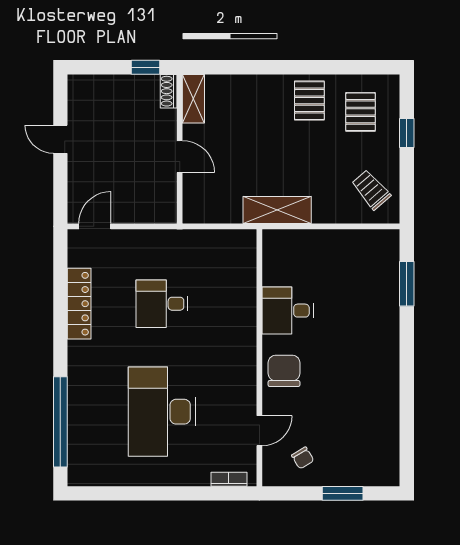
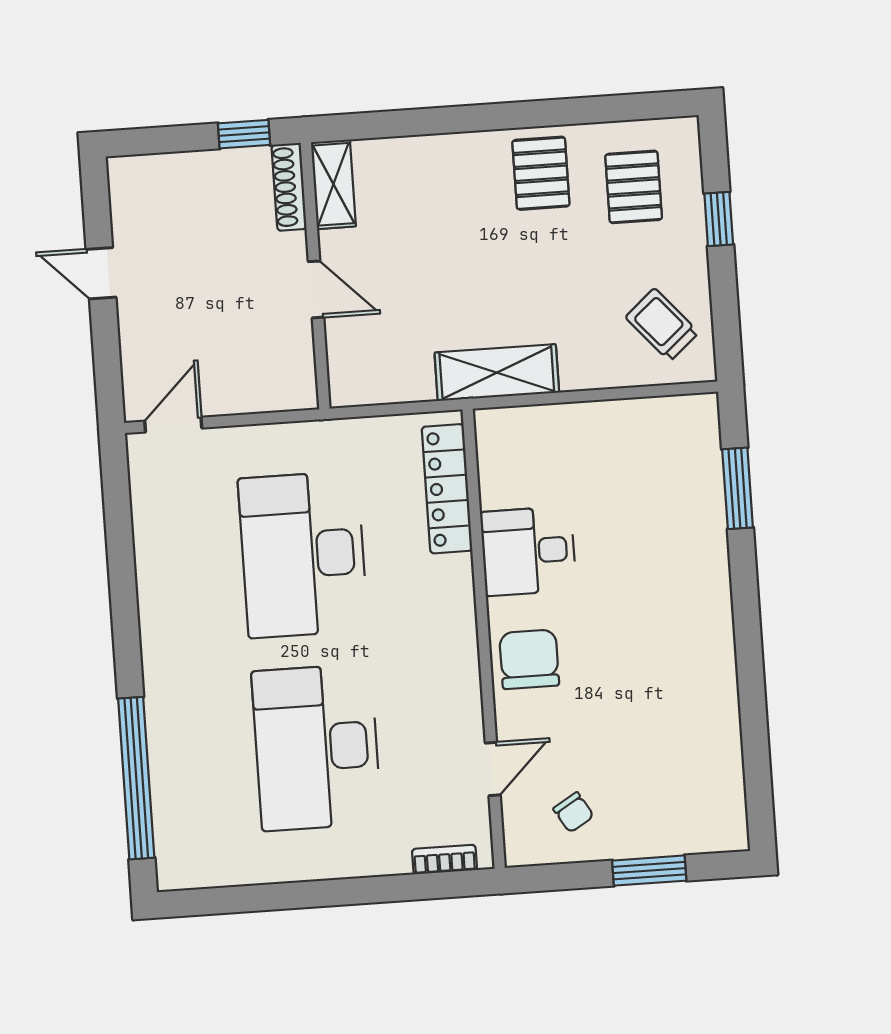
shoe rack: (169, 91) -> (289, 187), width x1.43
locker: (79, 304) -> (447, 489), moved, turned 180
desk: (162, 304) -> (303, 554), width x1.87, depth x1.30

